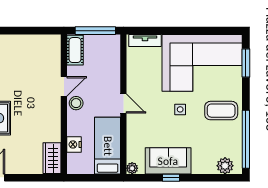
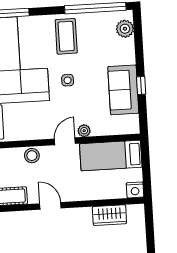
stool: (76, 103) -> (32, 156), moved
nightstand: (74, 144) -> (135, 190), moved
wardrobe: (52, 158) -> (109, 215), moved
plant: (132, 168) -> (84, 131), moved

